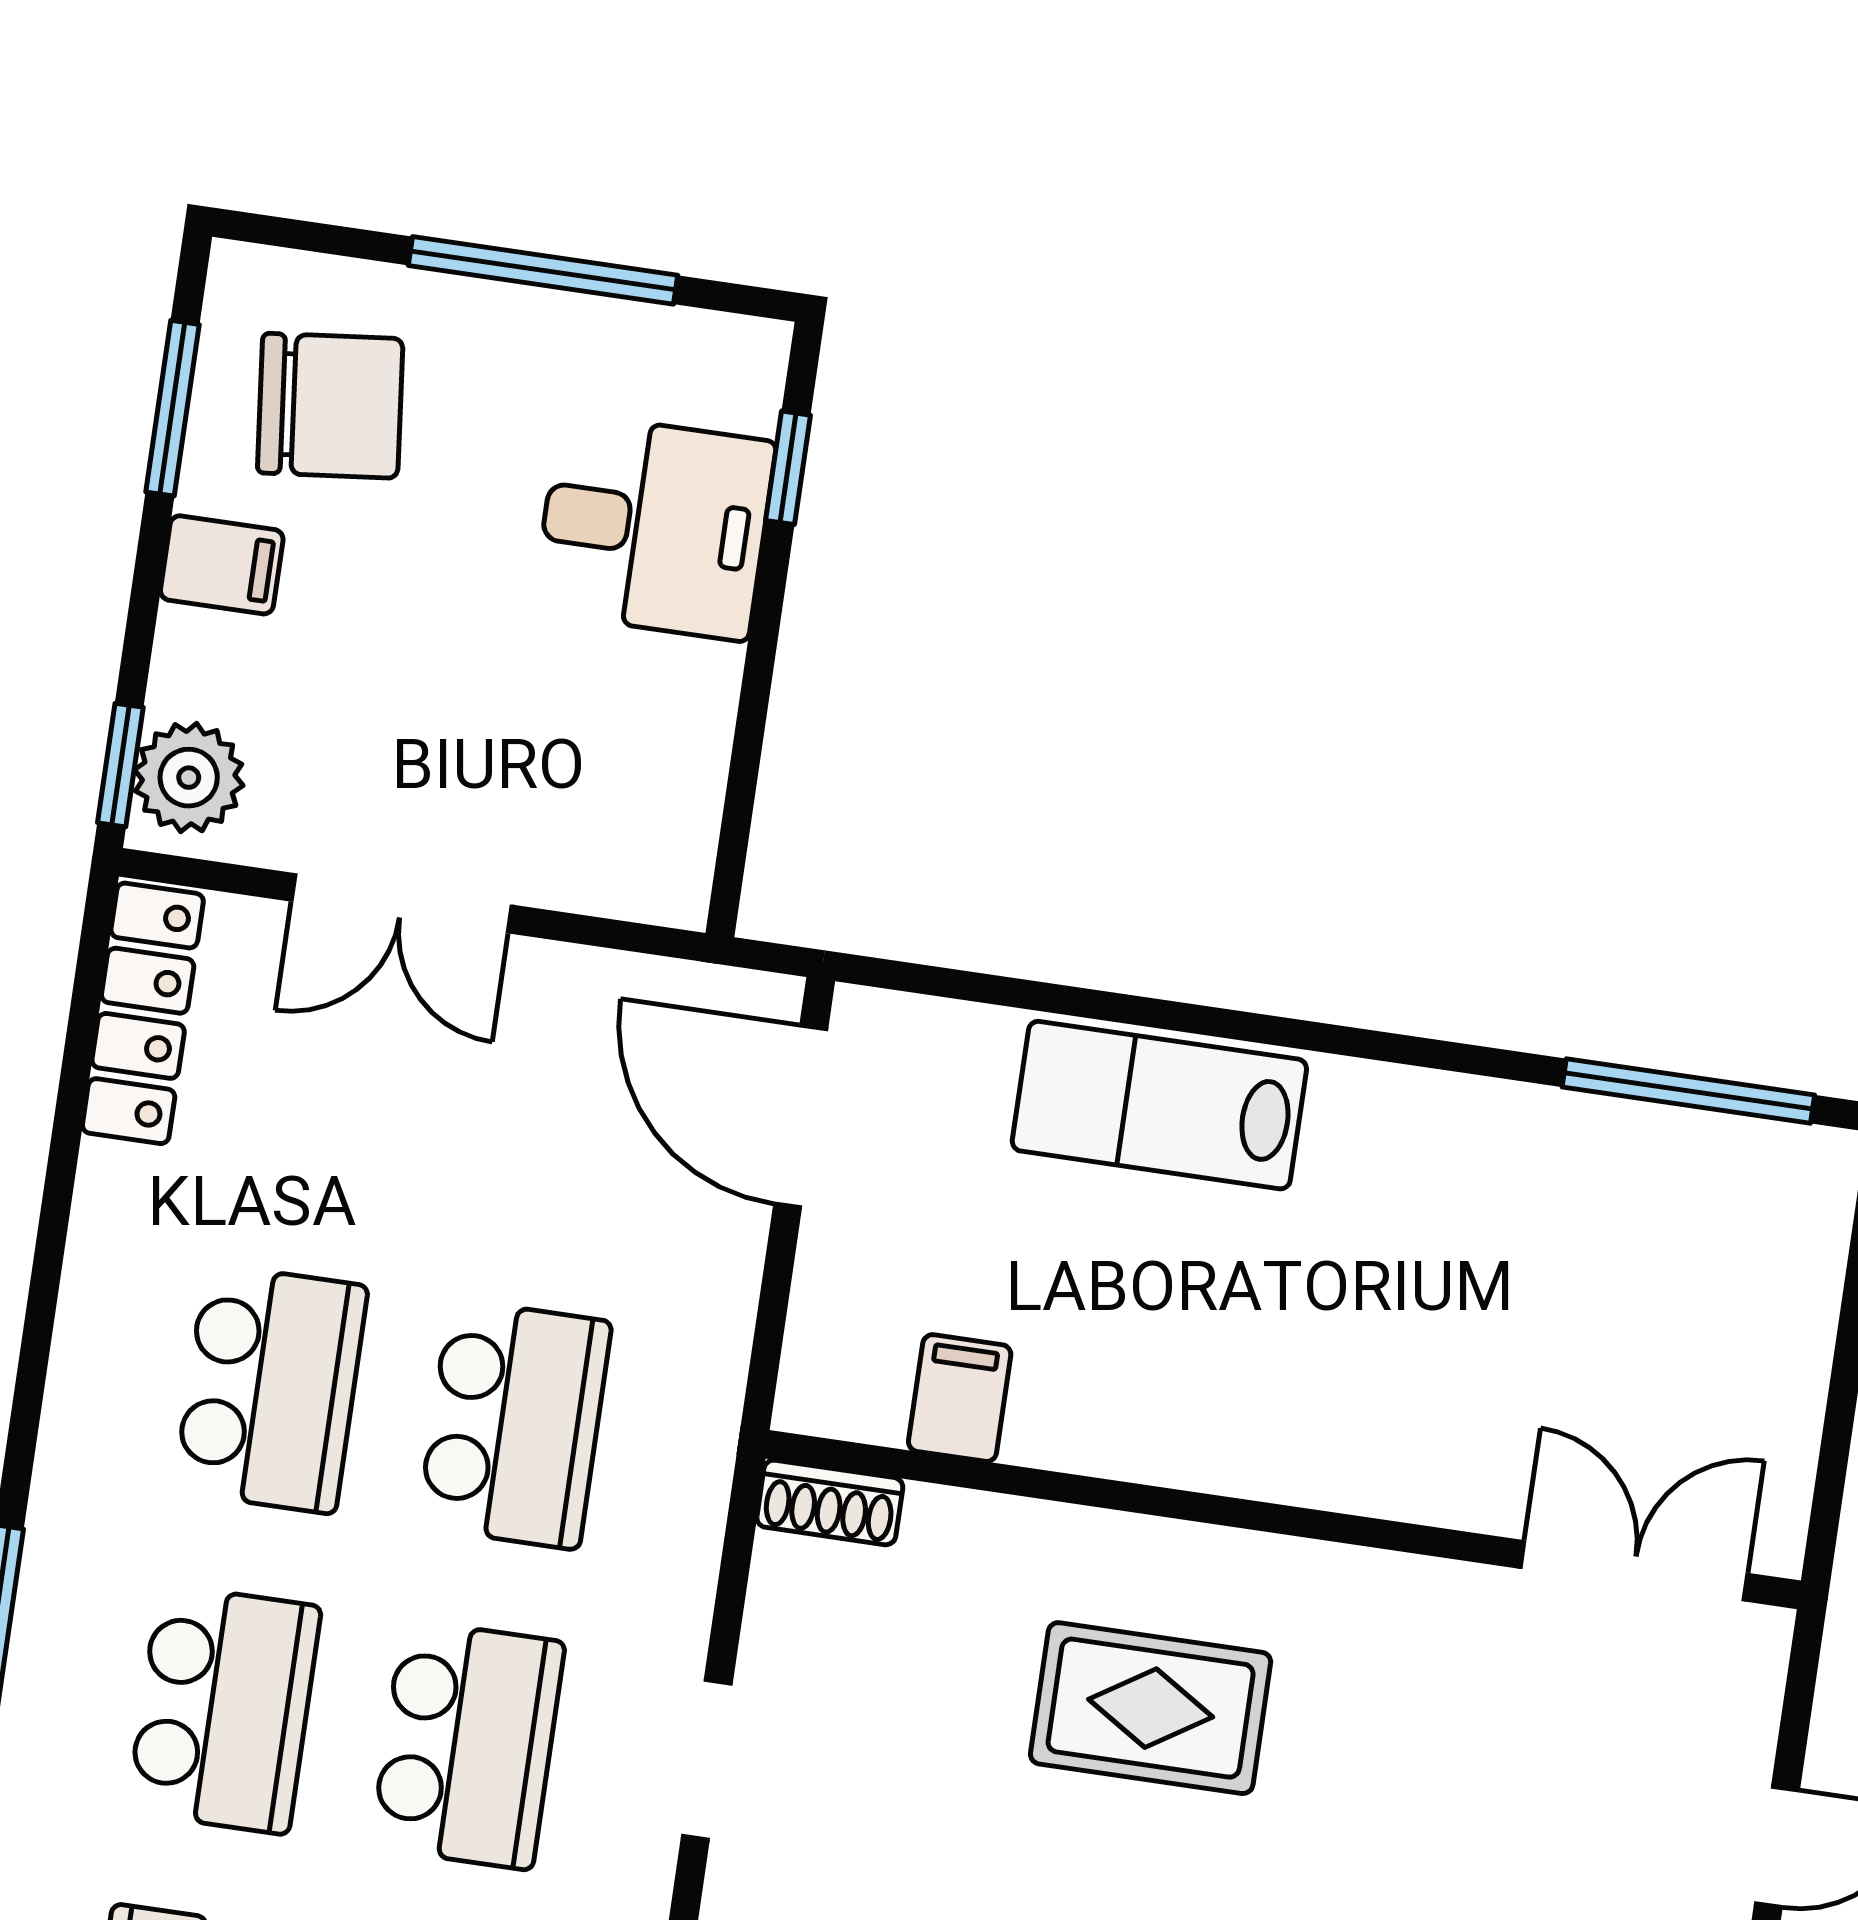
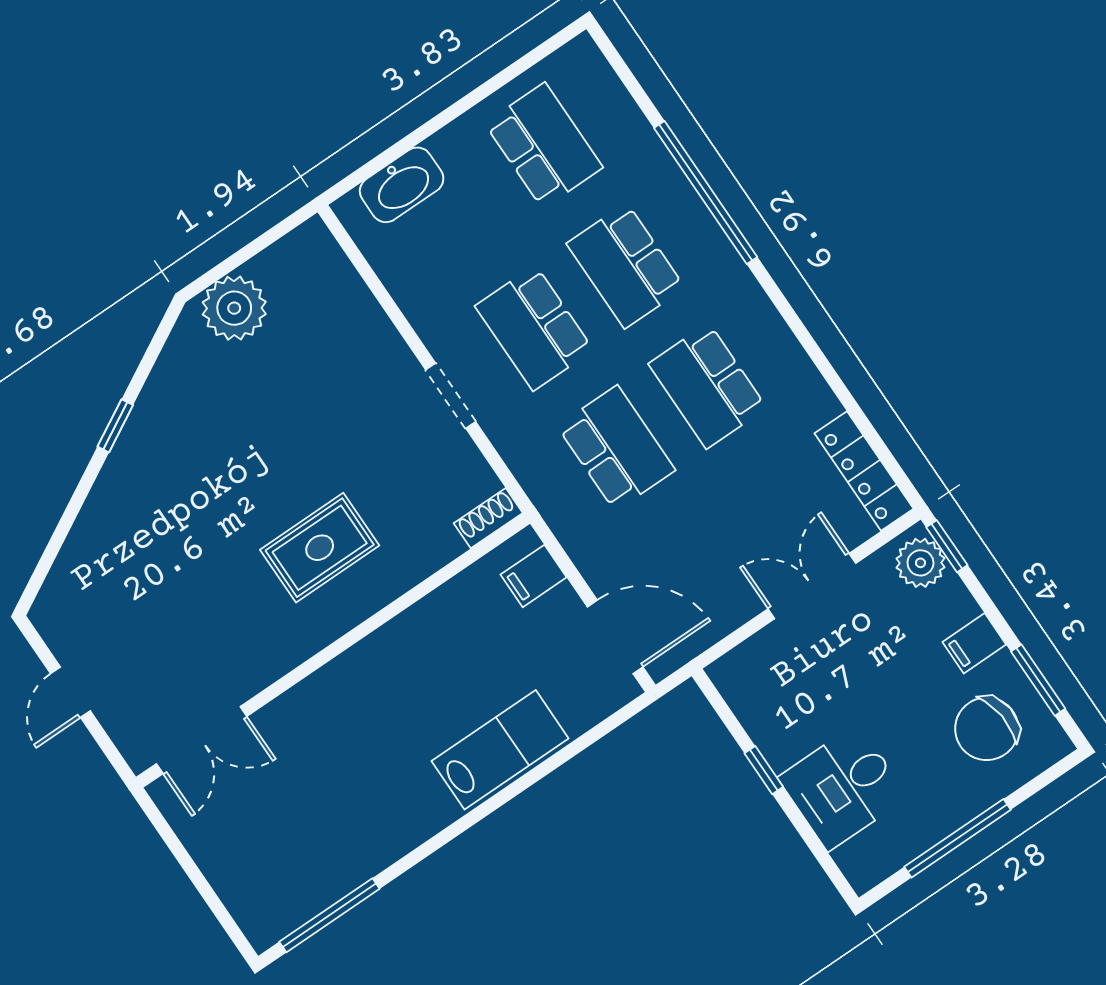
window: (788, 468) -> (764, 770), moved
filing cabinet: (960, 1398) -> (534, 576), moved, turned 90
school desk: (514, 1424) -> (616, 448), turned 180

